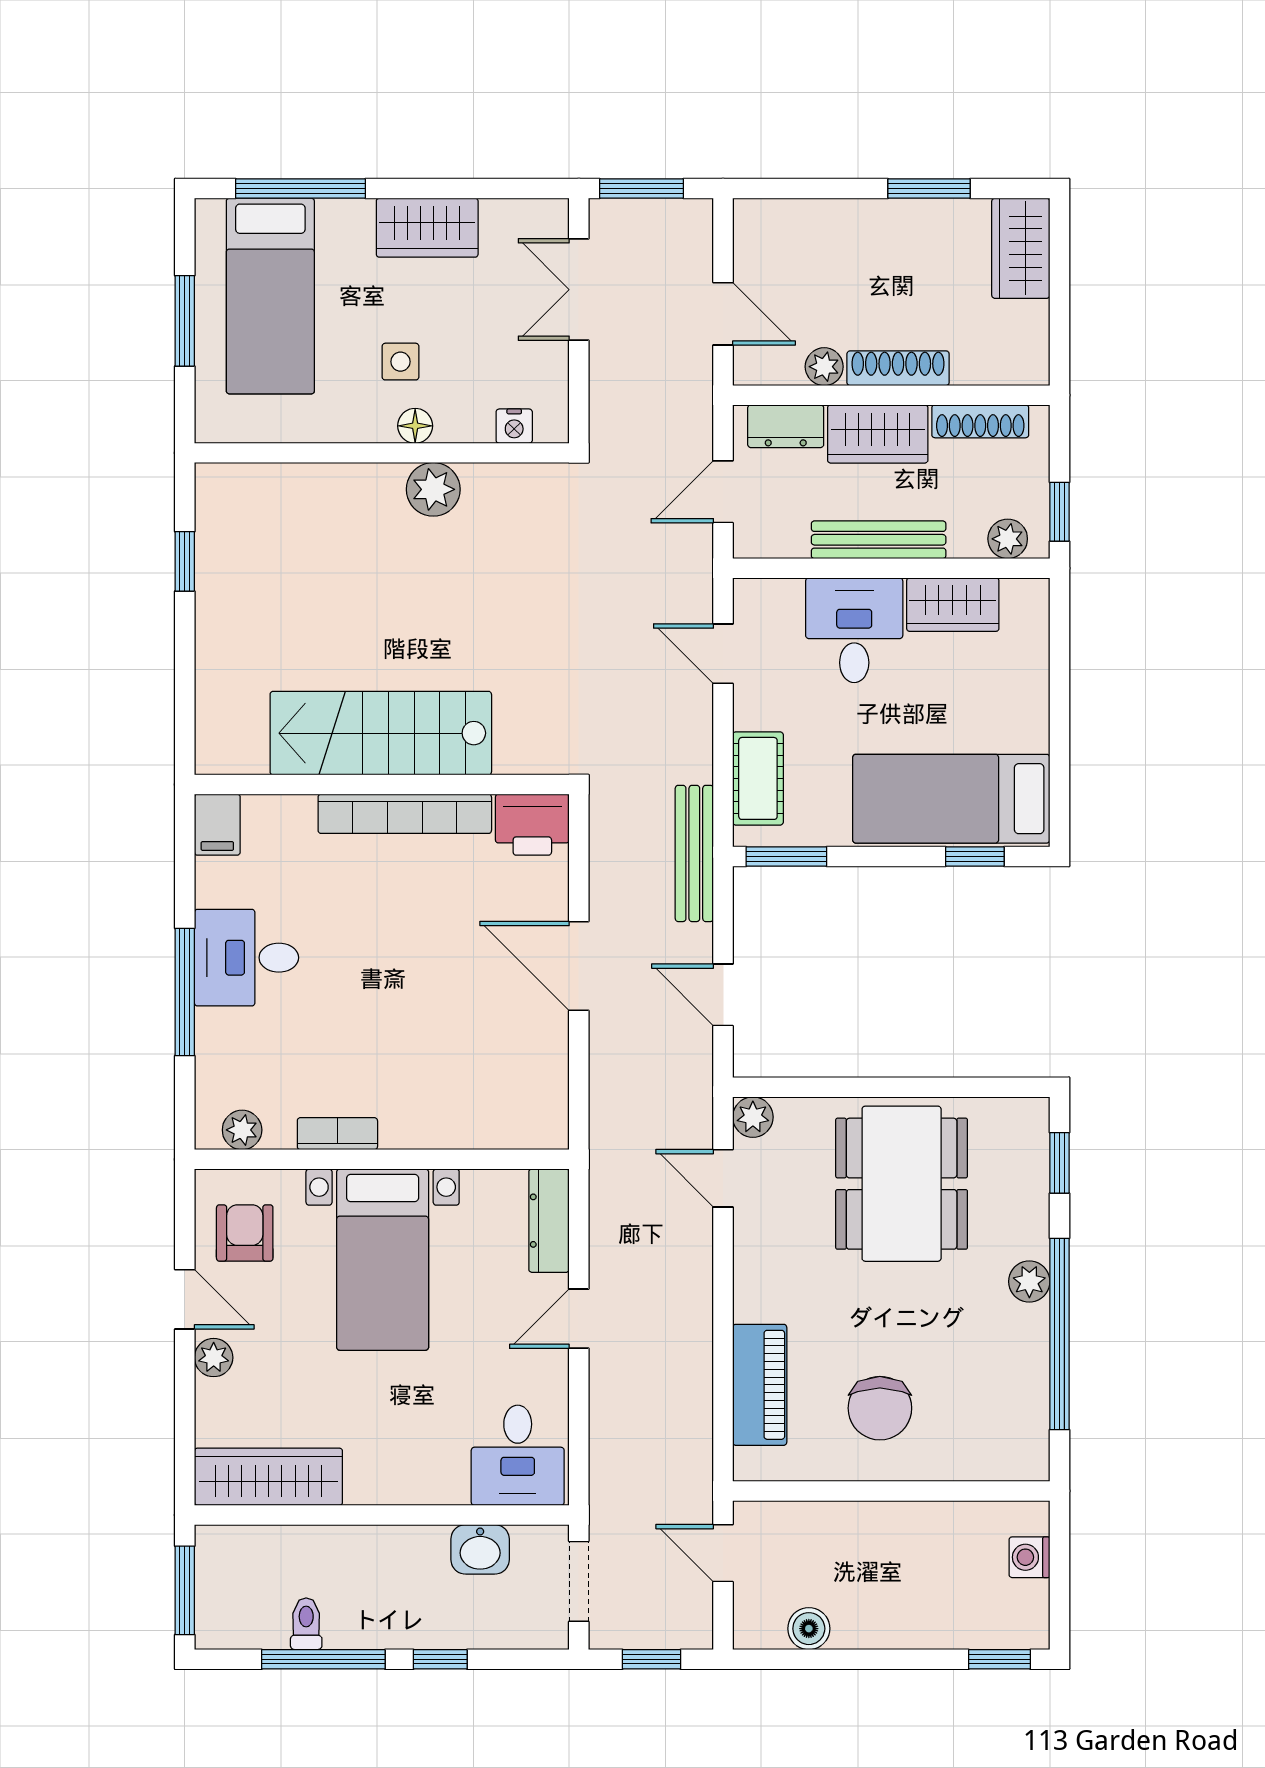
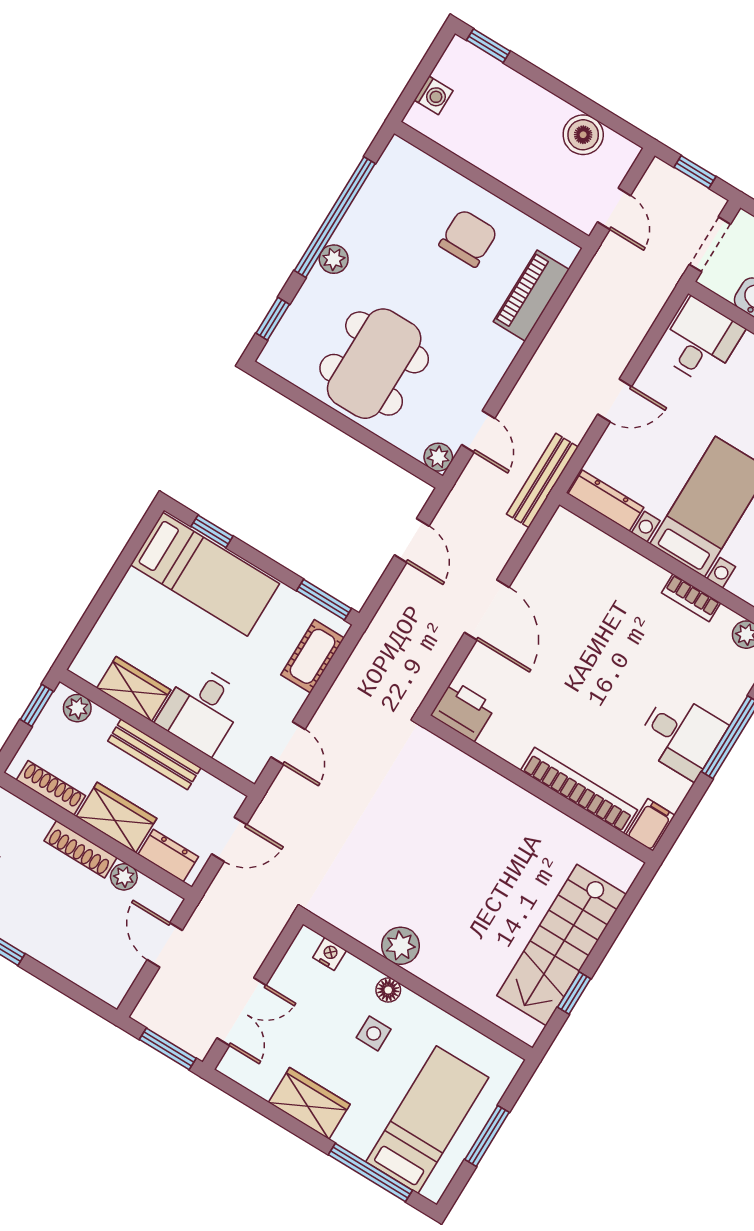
stairs: (381, 733) -> (562, 945), moved, turned 90
bookcase: (405, 814) -> (579, 790), moved
bench: (694, 853) -> (542, 480), moved
dresser: (549, 1221) -> (606, 501), moved, turned -90
boiler: (809, 1629) -> (583, 135), width x1.36, depth x1.36

